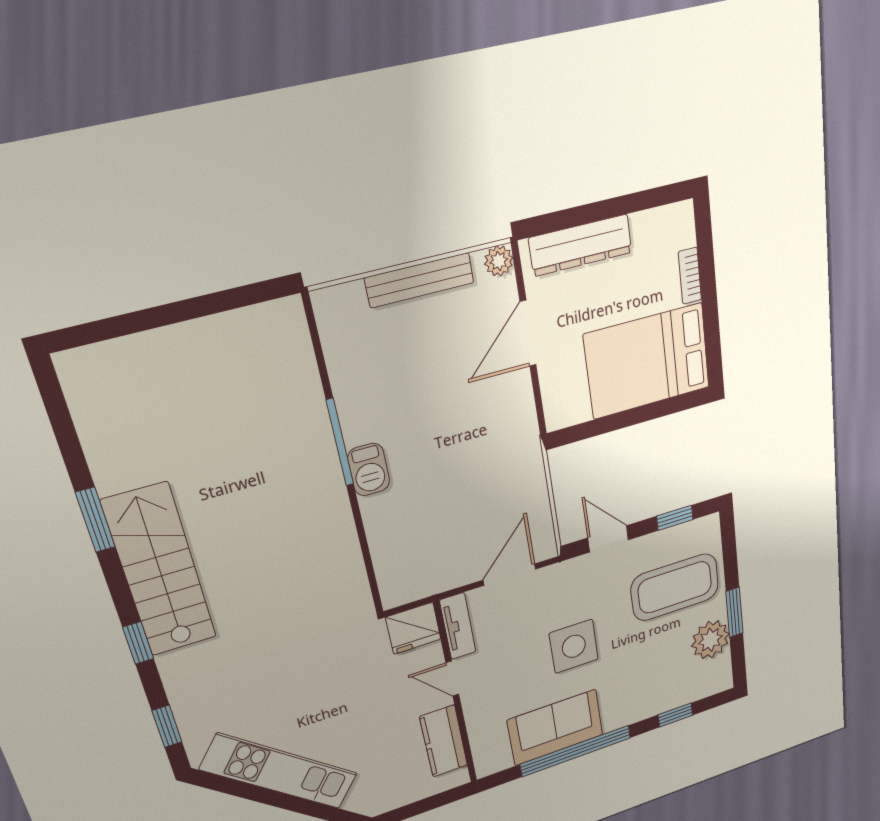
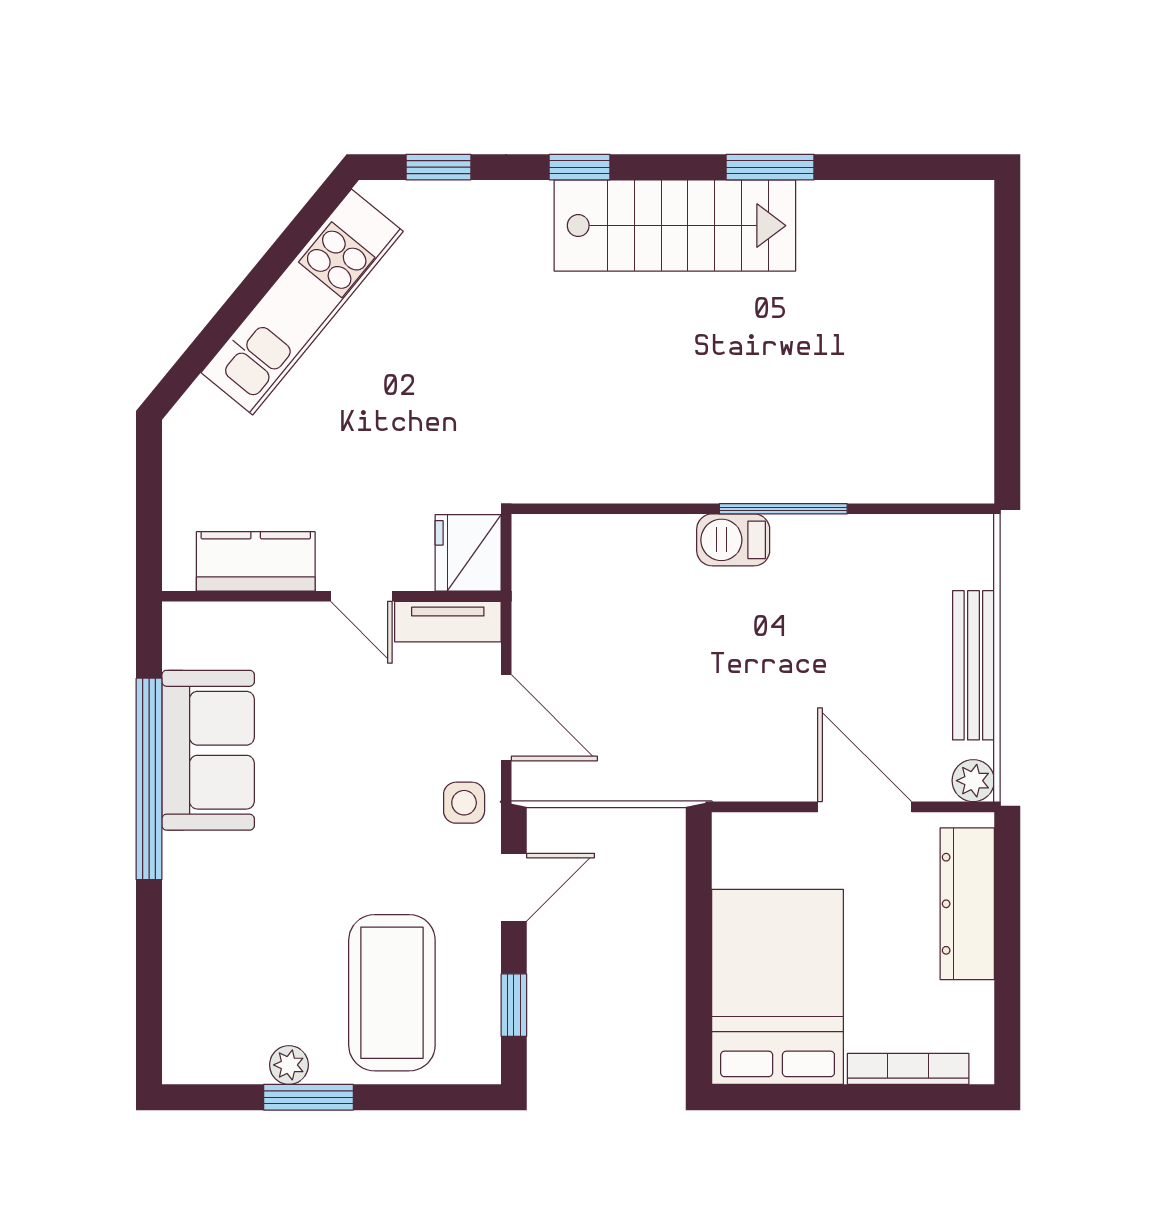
bookcase: (690, 276) -> (908, 1069), width x1.56
plant: (710, 640) -> (289, 1065), width x0.53, depth x0.53
side table: (574, 646) -> (464, 803), moved, width x0.54, depth x0.54
door: (452, 679) -> (361, 596), swing flipped
window: (675, 715) -> (149, 968), removed

